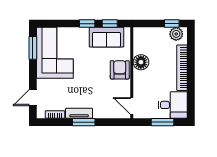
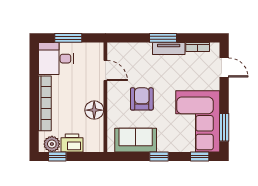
window: (110, 24) -> (200, 156), moved
printer: (159, 35) -> (72, 143), added
armchair: (120, 70) -> (142, 99), moved, turned 180
door: (33, 98) -> (224, 67), hinge flipped
door: (132, 106) -> (105, 71), moved

